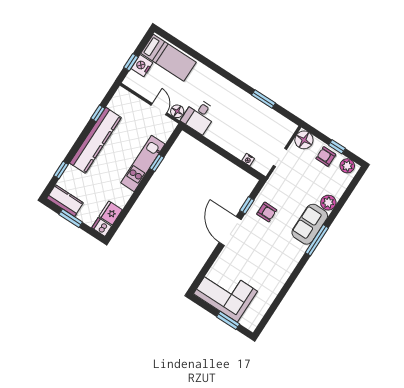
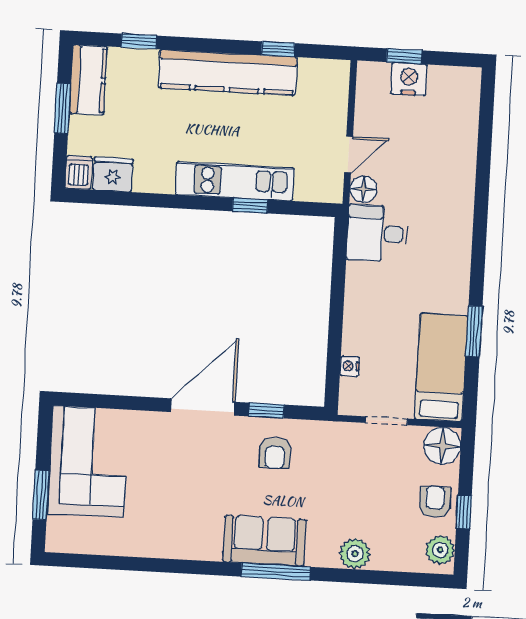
bed: (169, 58) -> (441, 367), moved, turned 180
sofa: (310, 224) -> (264, 541), moved

